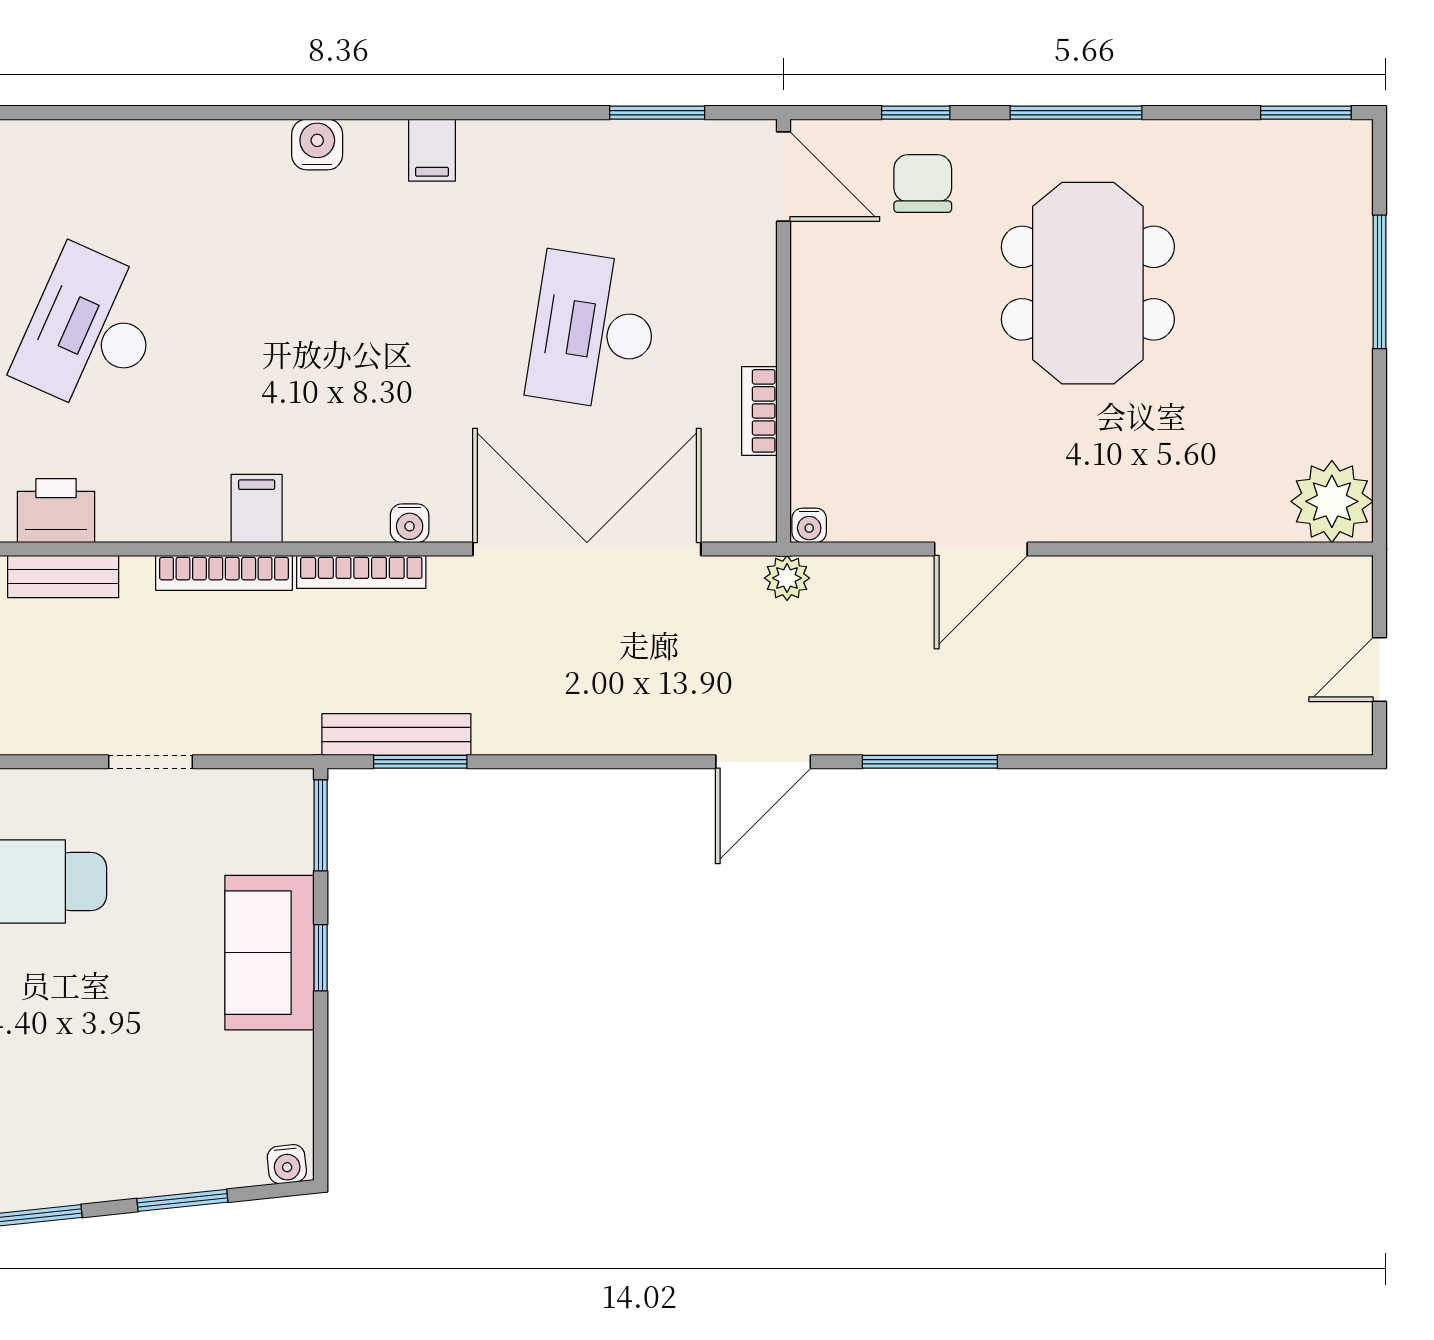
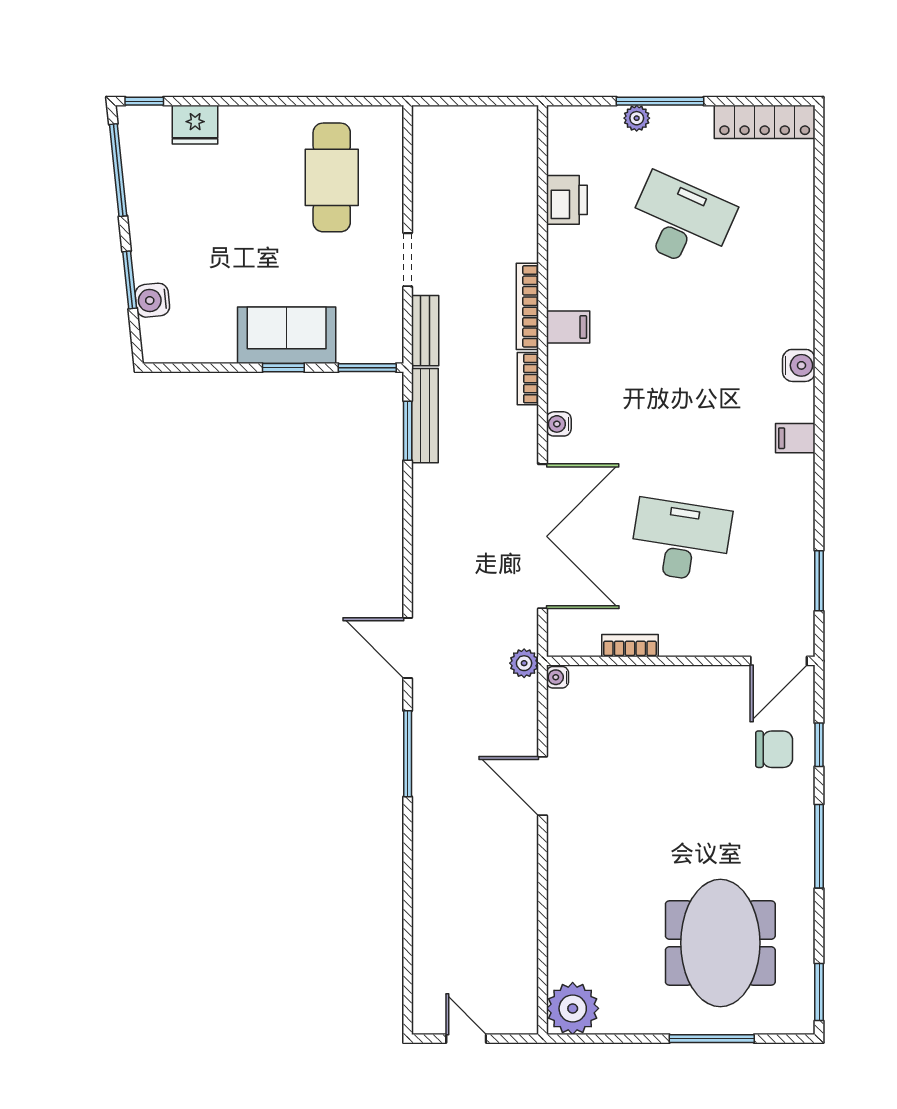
meeting table: (1088, 283) -> (720, 943), moved, turned 90
bookcase: (361, 572) -> (528, 379), width x0.64
bench: (63, 577) -> (425, 331), moved
water cooler: (287, 1164) -> (152, 300), moved, width x1.38, depth x1.38

